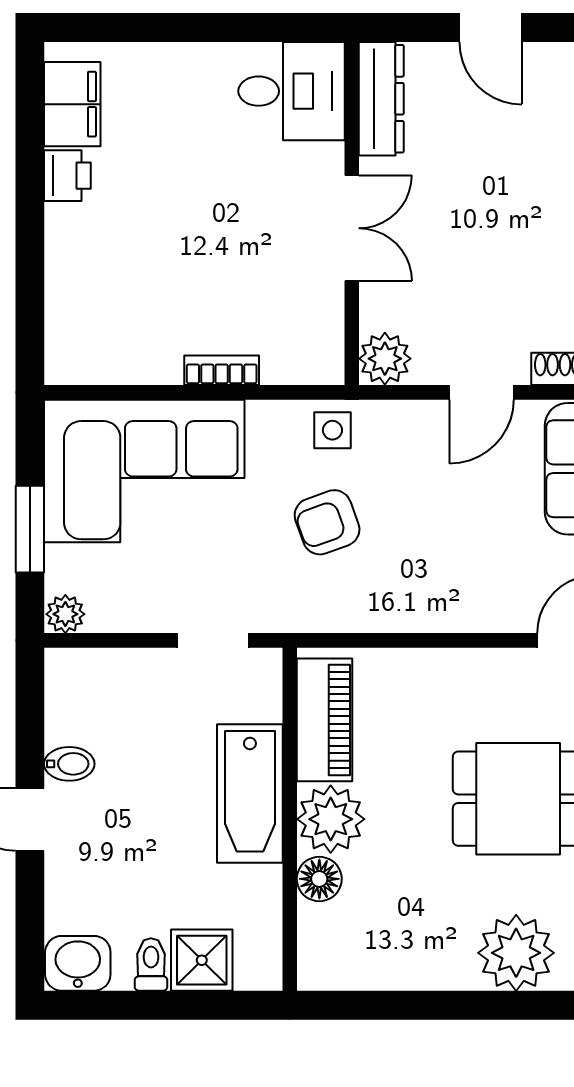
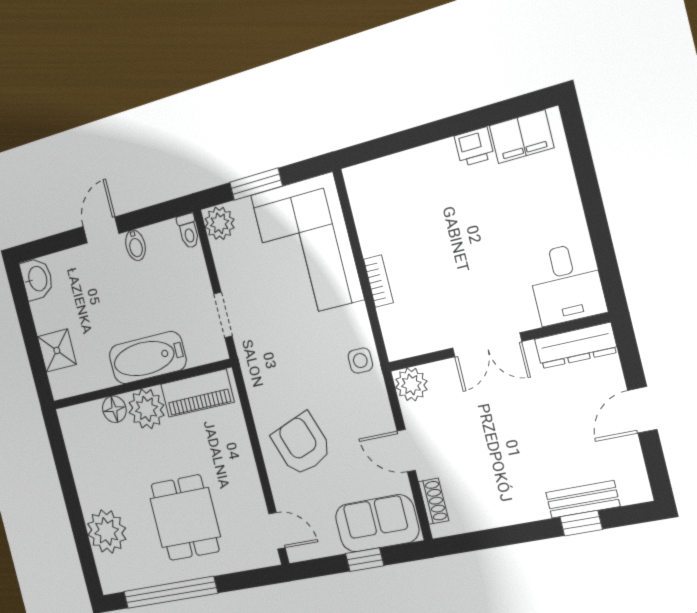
armchair: (327, 522) -> (302, 444), moved, width x1.38, depth x1.38
plant: (65, 614) -> (220, 223), width x1.38, depth x1.38
toilet: (151, 964) -> (188, 231), moved, turned 90

